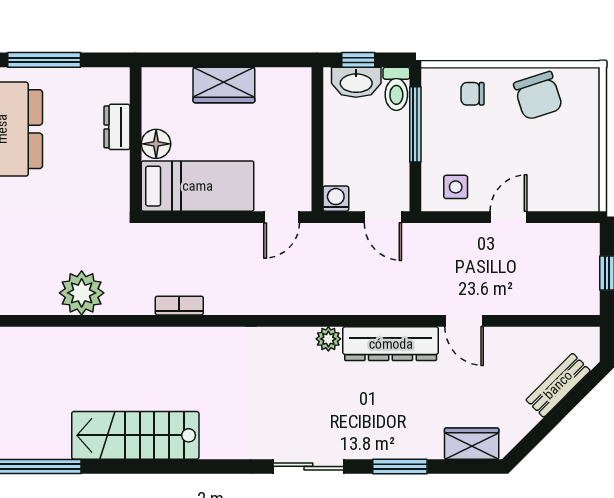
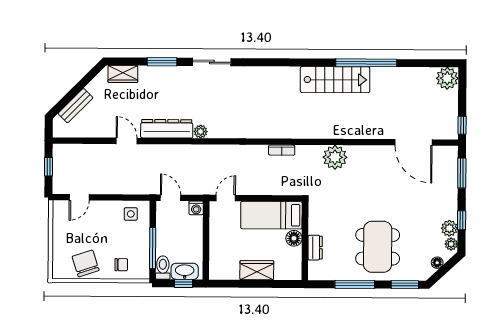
door: (509, 217) -> (79, 197), moved
stairs: (135, 435) -> (335, 80), moved

